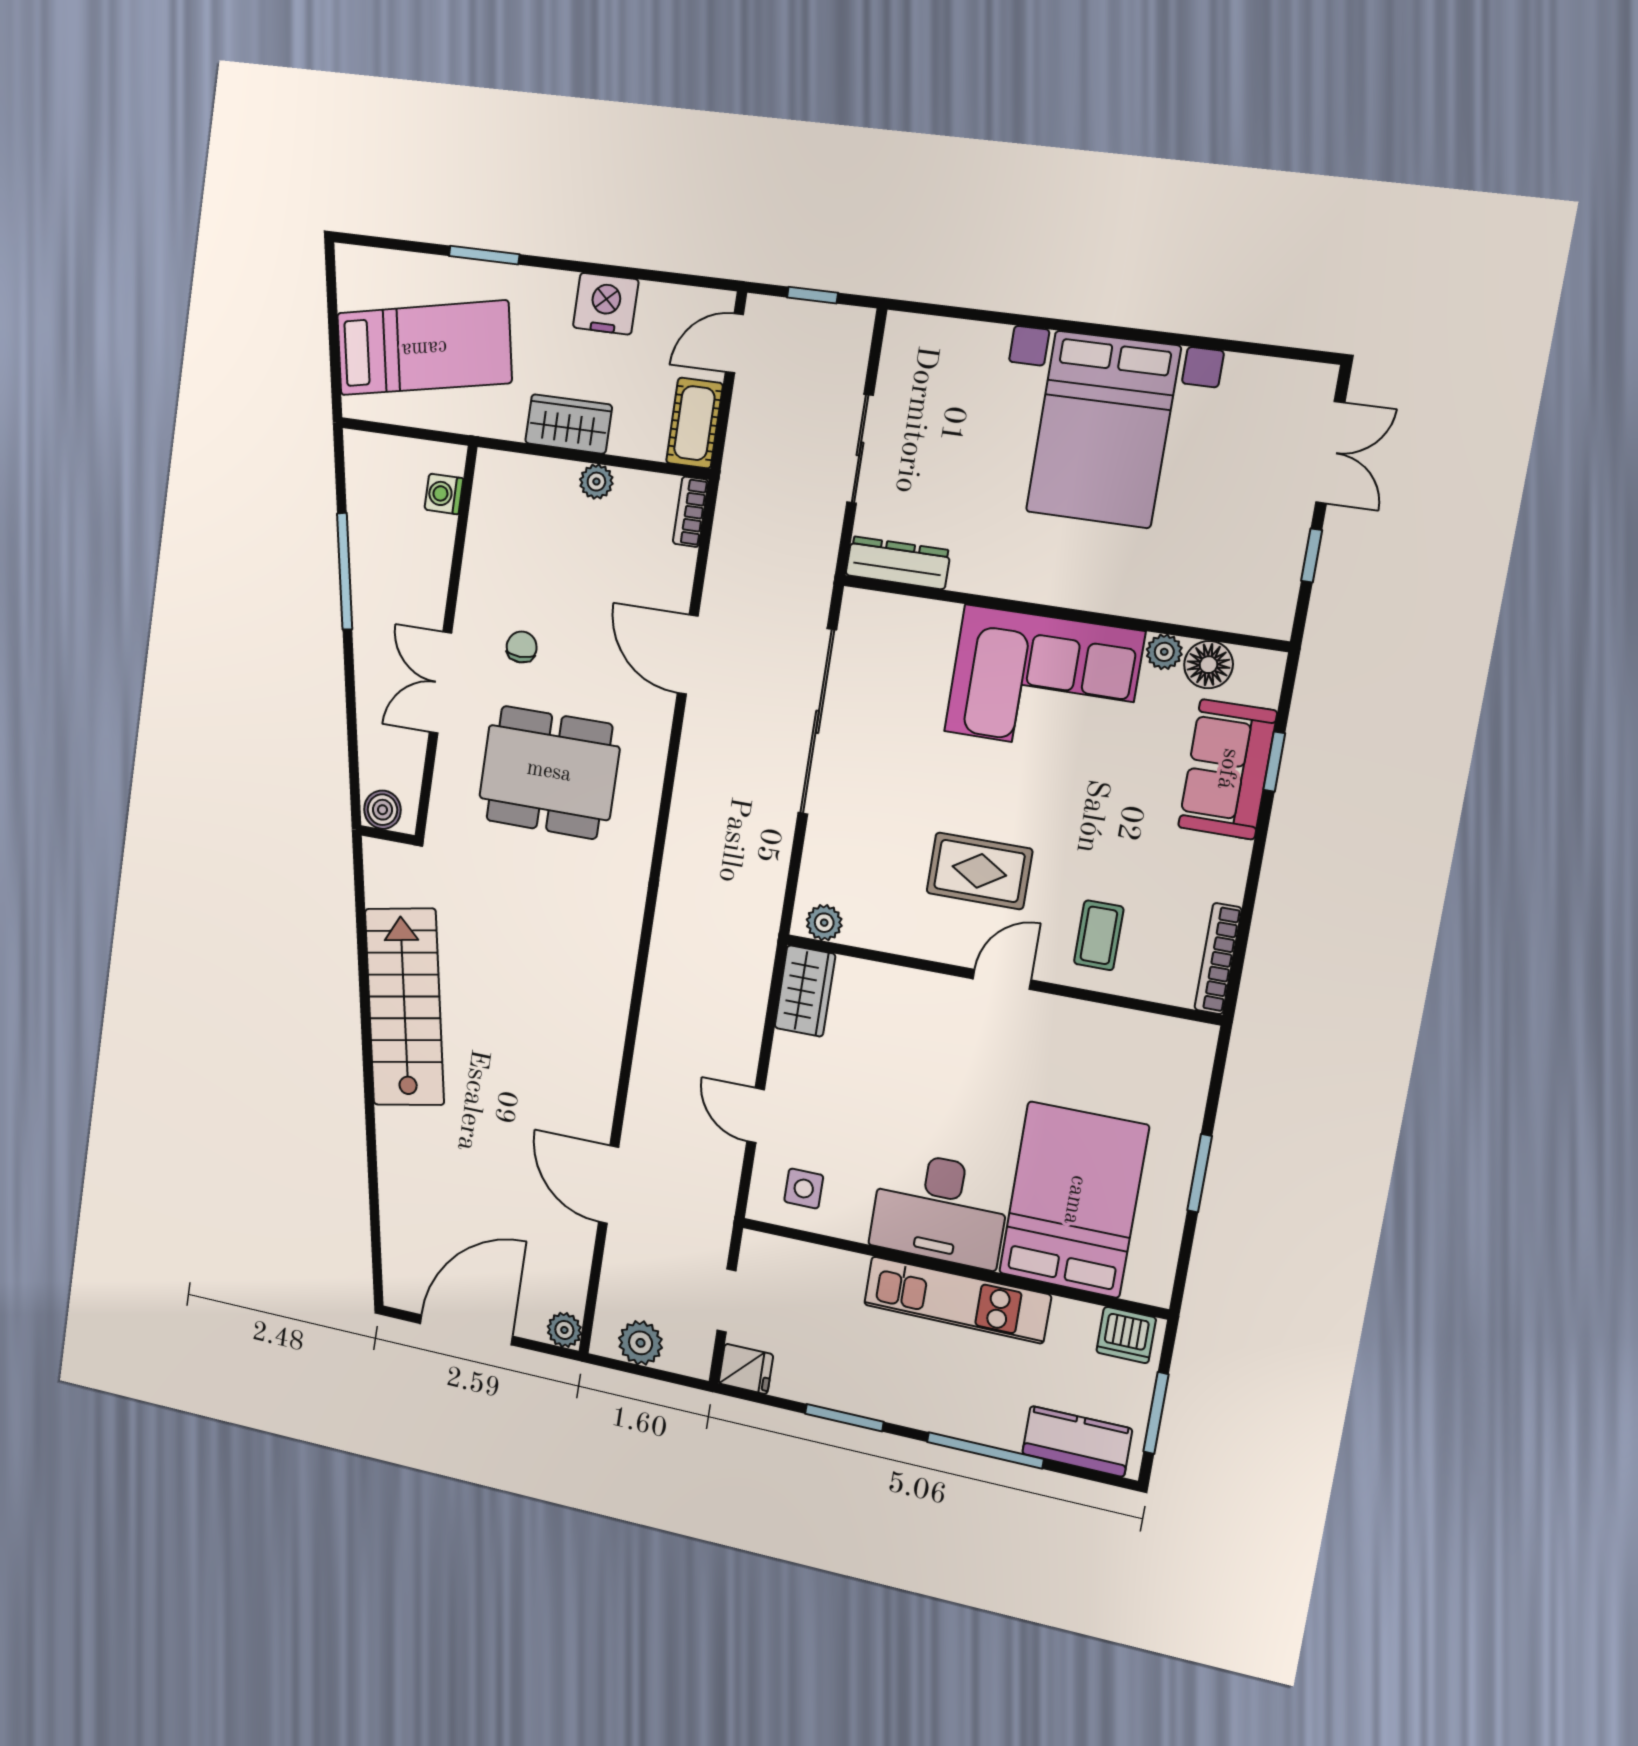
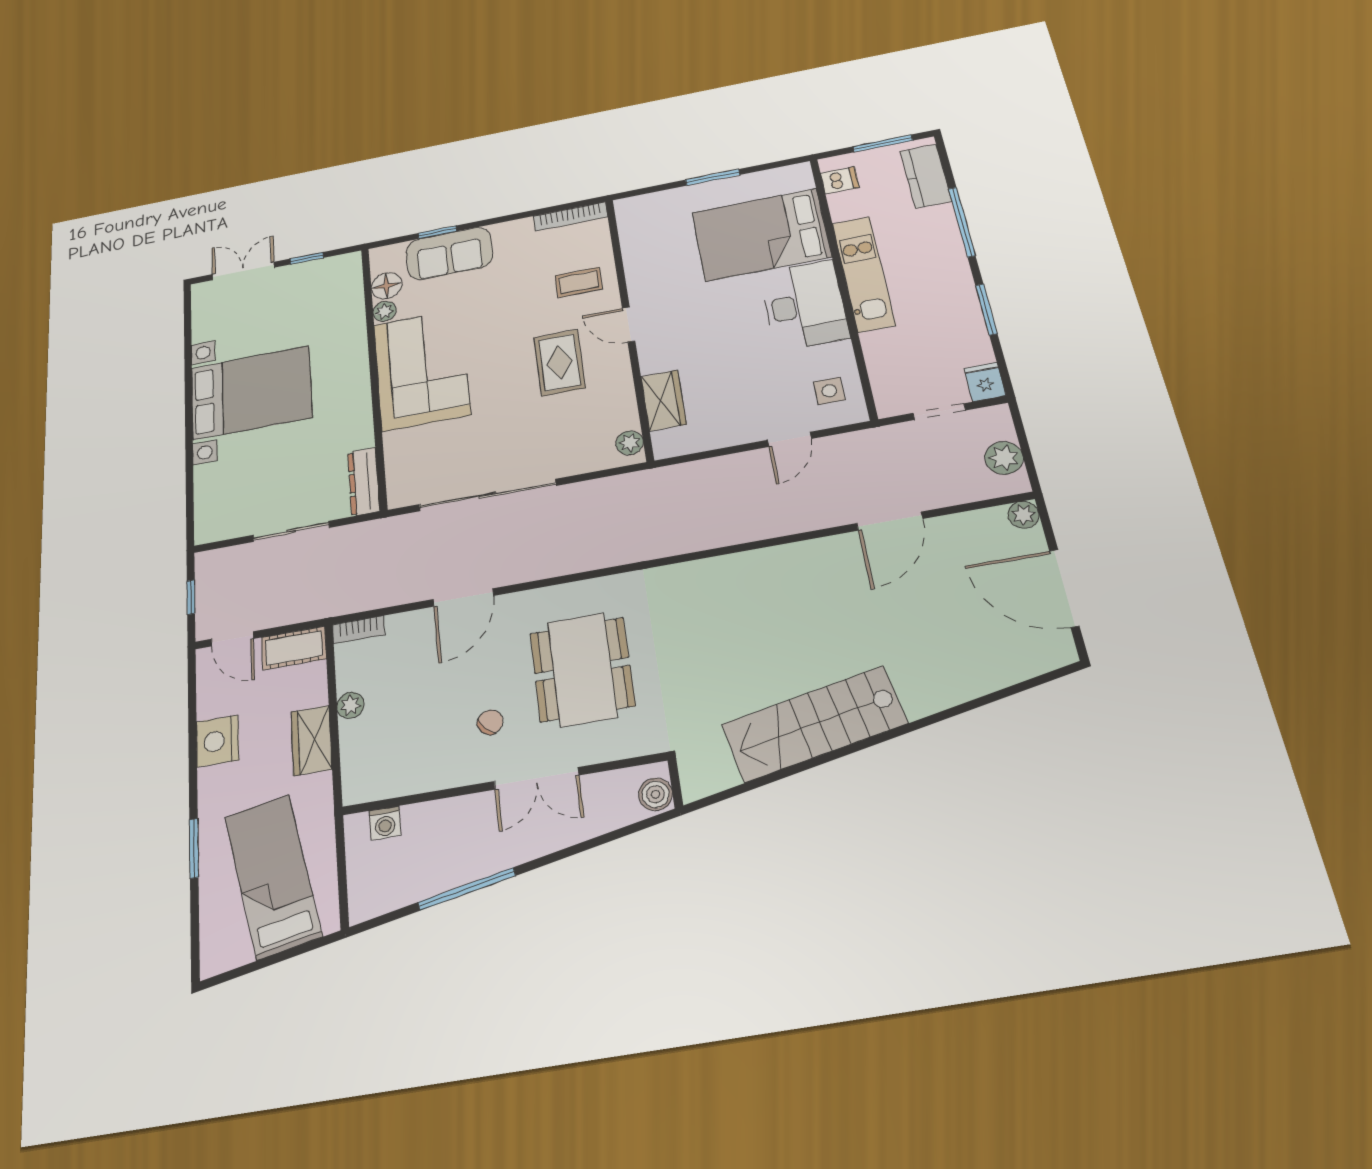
chair: (522, 647) -> (490, 722), turned 137
wardrobe: (805, 991) -> (664, 400), moved, turned 90
dishwasher: (1126, 1335) -> (840, 180), width x0.73

